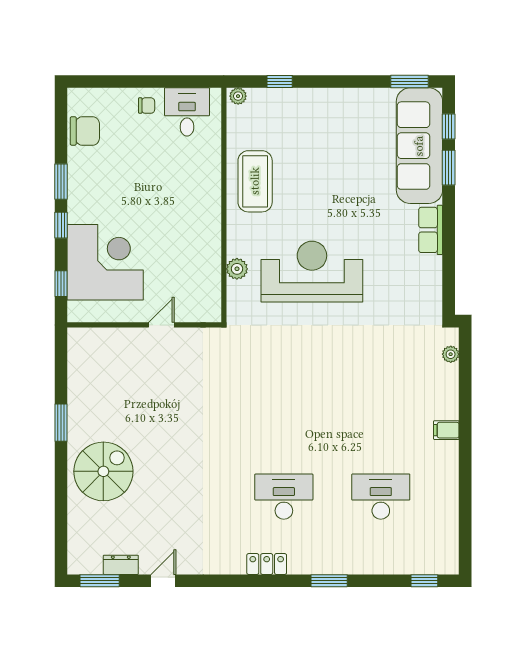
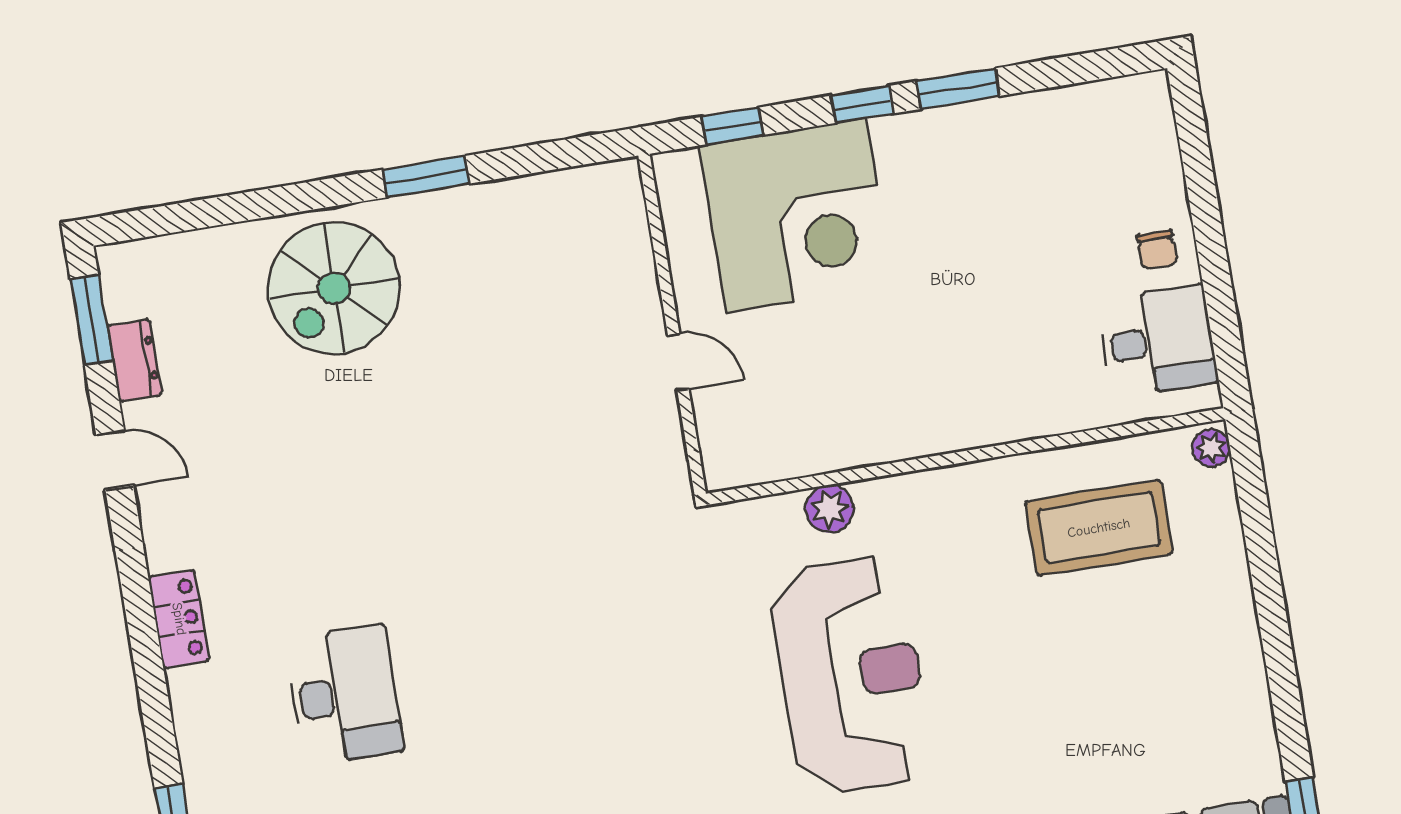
window: (280, 81) -> (1259, 534), removed
chair: (85, 131) -> (1078, 123), removed
coffee table: (255, 181) -> (1099, 528), moved
spiral stairs: (103, 471) -> (334, 288), turned 90
locker: (267, 564) -> (179, 619), moved

